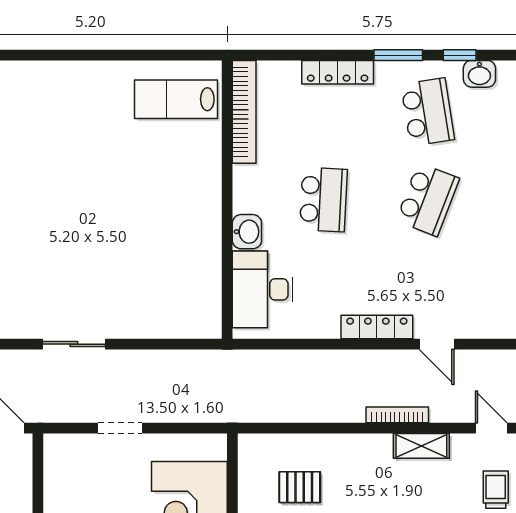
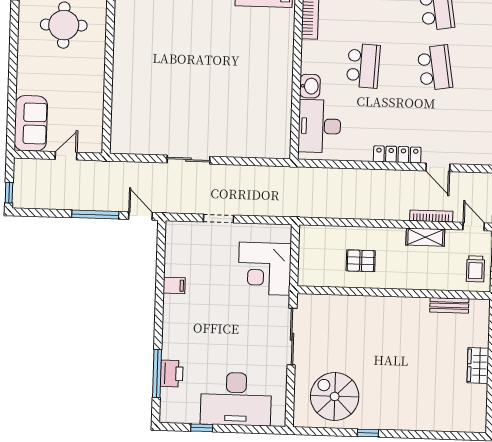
school desk: (428, 200) -> (435, 68), turned -30
bookcase: (397, 415) -> (431, 216), moved
pallet: (300, 487) -> (361, 261), moved
trolley: (496, 490) -> (475, 269), turned 180

